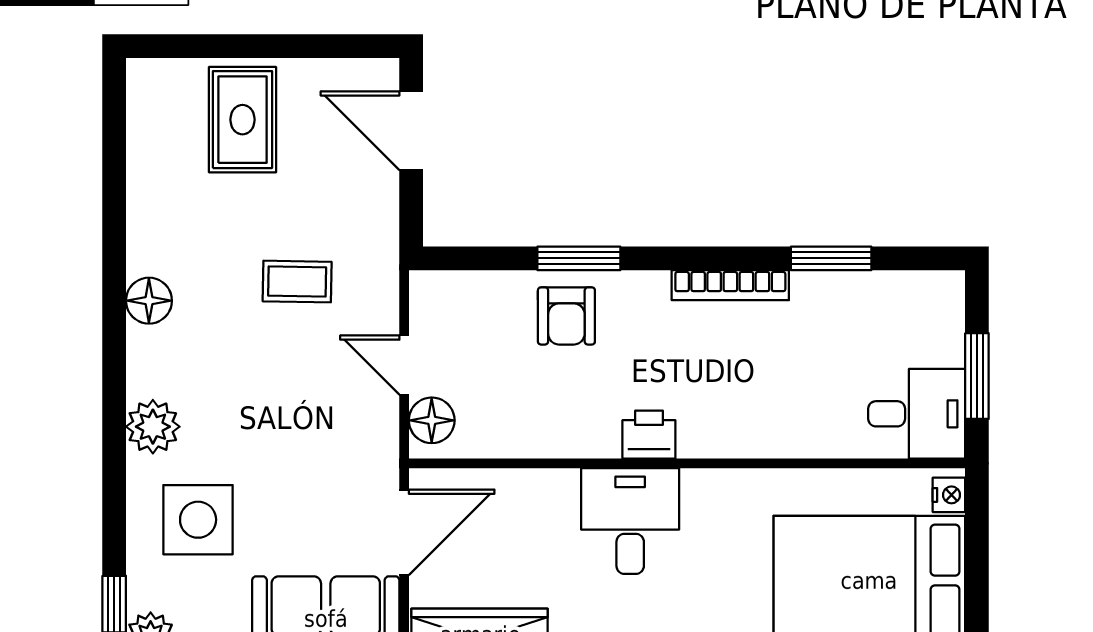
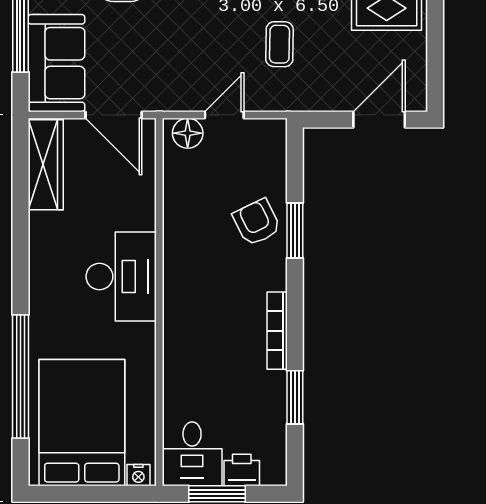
armchair: (566, 316) -> (257, 222), turned 64
printer: (649, 435) -> (242, 470), moved, turned -90
desk: (630, 521) -> (121, 276), width x1.37

